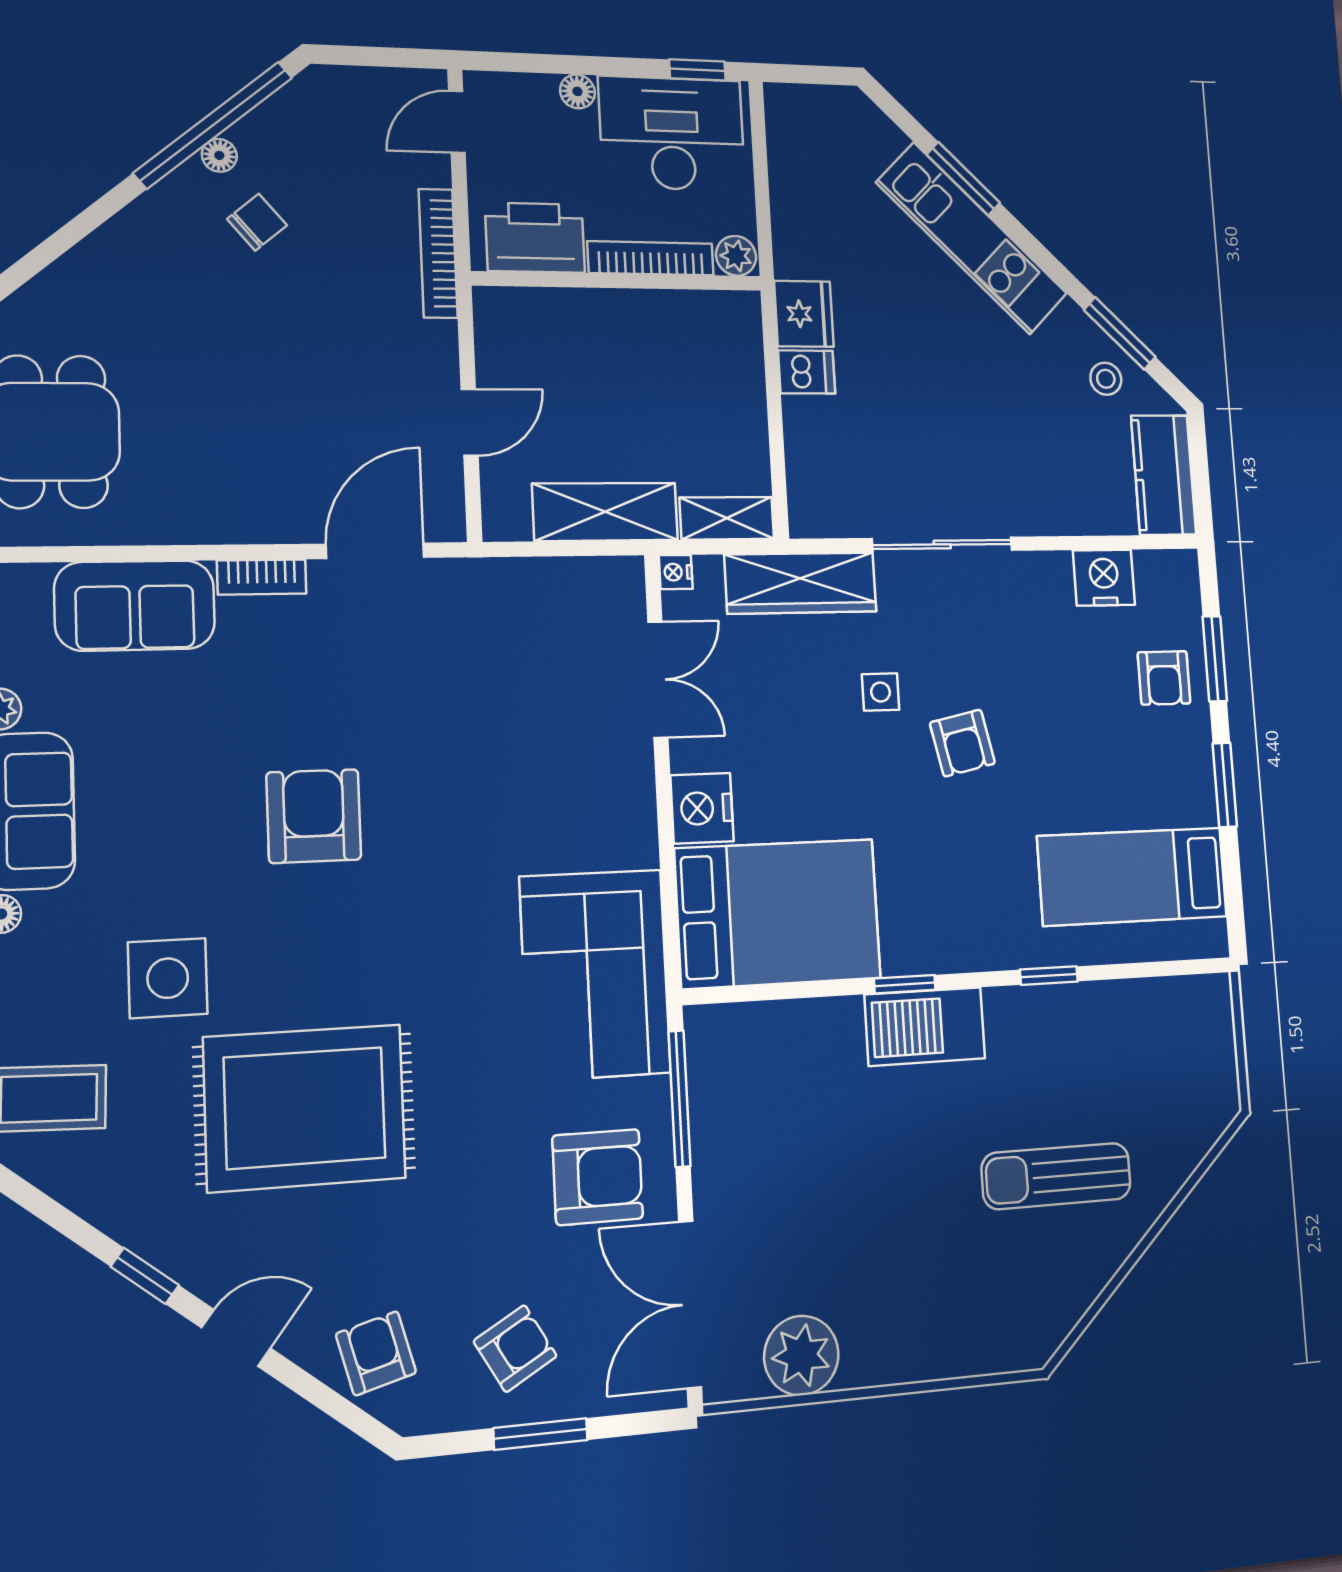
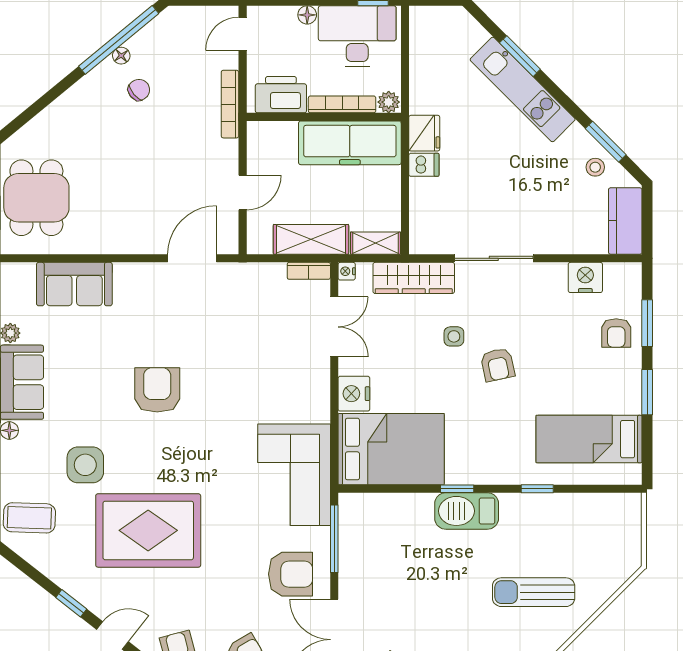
freezer: (669, 330) -> (350, 143), added
bookcase: (262, 577) -> (309, 271), moved

